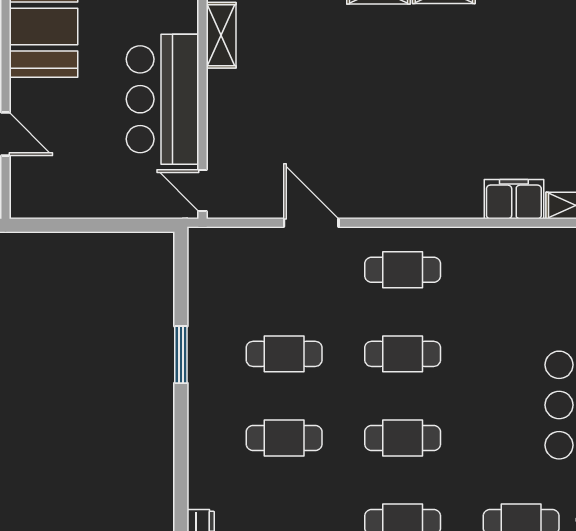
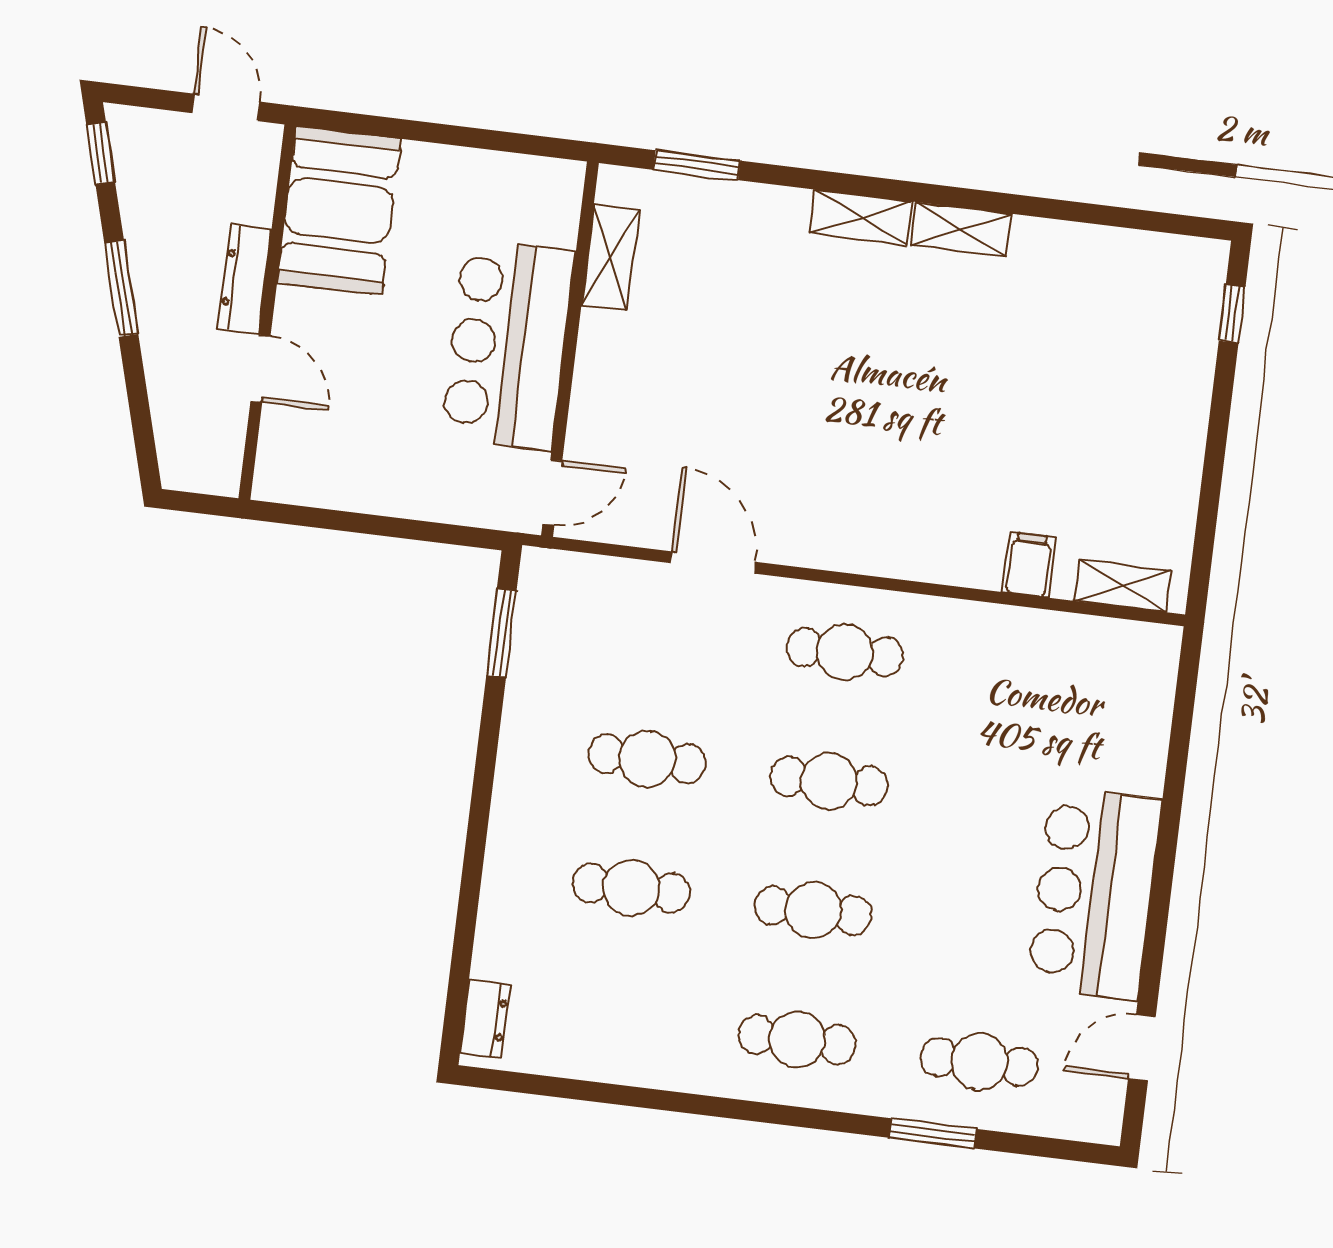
door: (202, 191) -> (552, 493), swing flipped
filing cabinet: (514, 199) -> (1029, 565), width x0.50
window: (181, 355) -> (501, 633), moved

